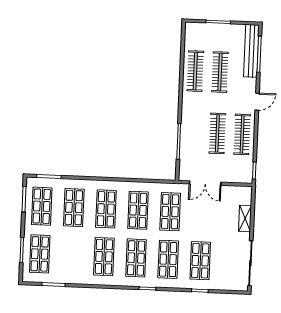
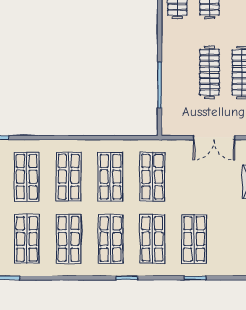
double door: (205, 183) -> (214, 138), moved
shop shelf: (72, 255) -> (27, 239), added

